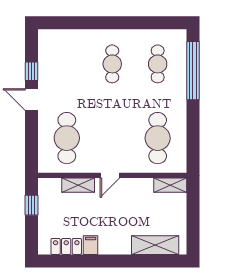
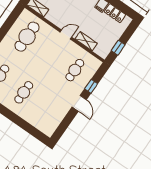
window: (31, 71) -> (91, 86), moved
cafe table: (67, 138) -> (75, 70), width x0.73, depth x0.74

